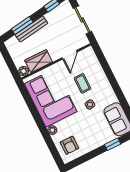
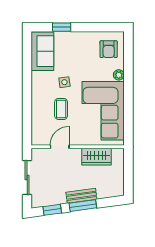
window: (22, 25) -> (83, 206), moved
bench: (31, 29) -> (81, 196), width x0.73
plant: (24, 71) -> (118, 154), removed
armchair: (69, 145) -> (109, 49), turned 180

